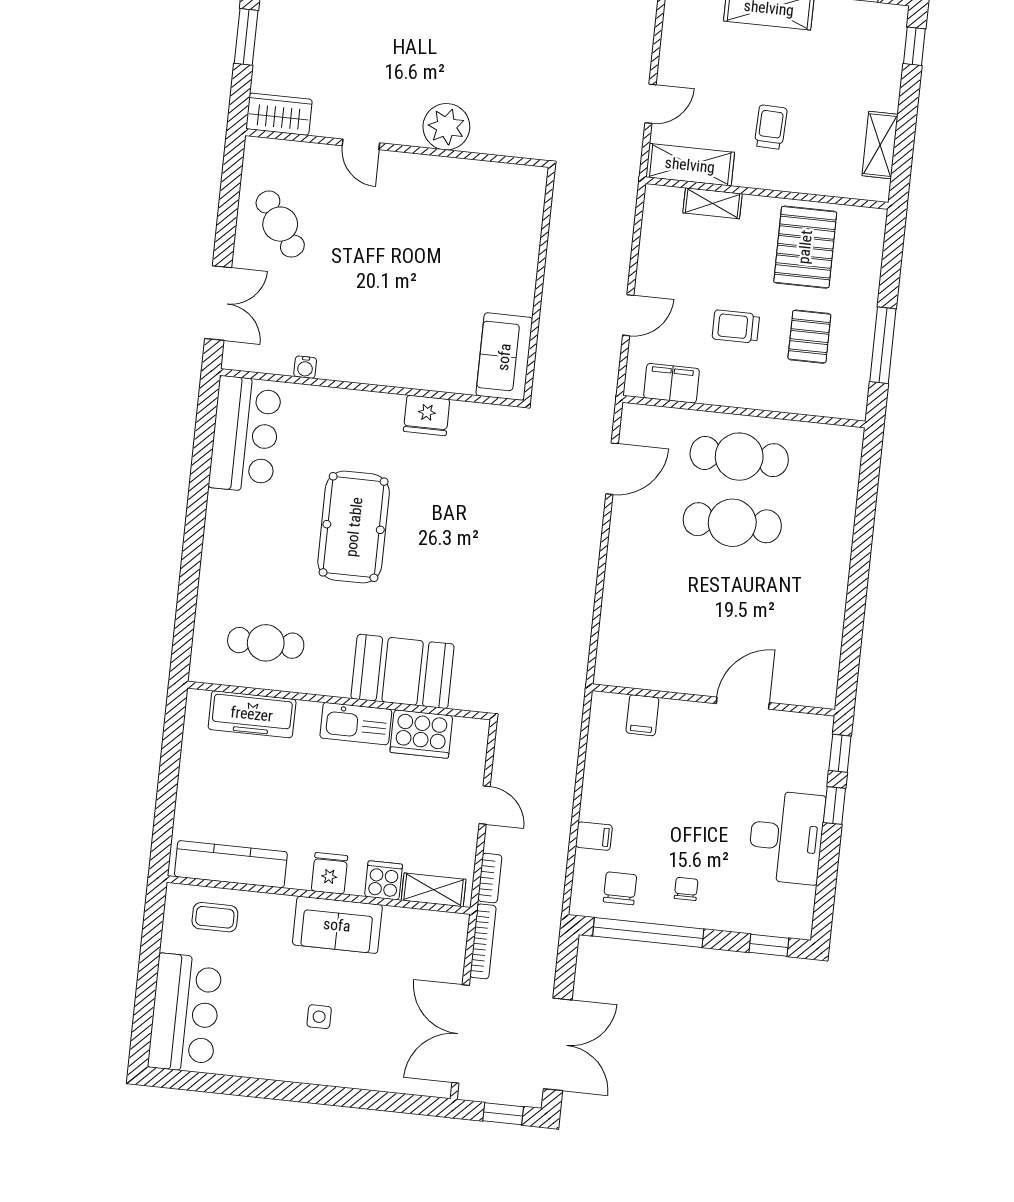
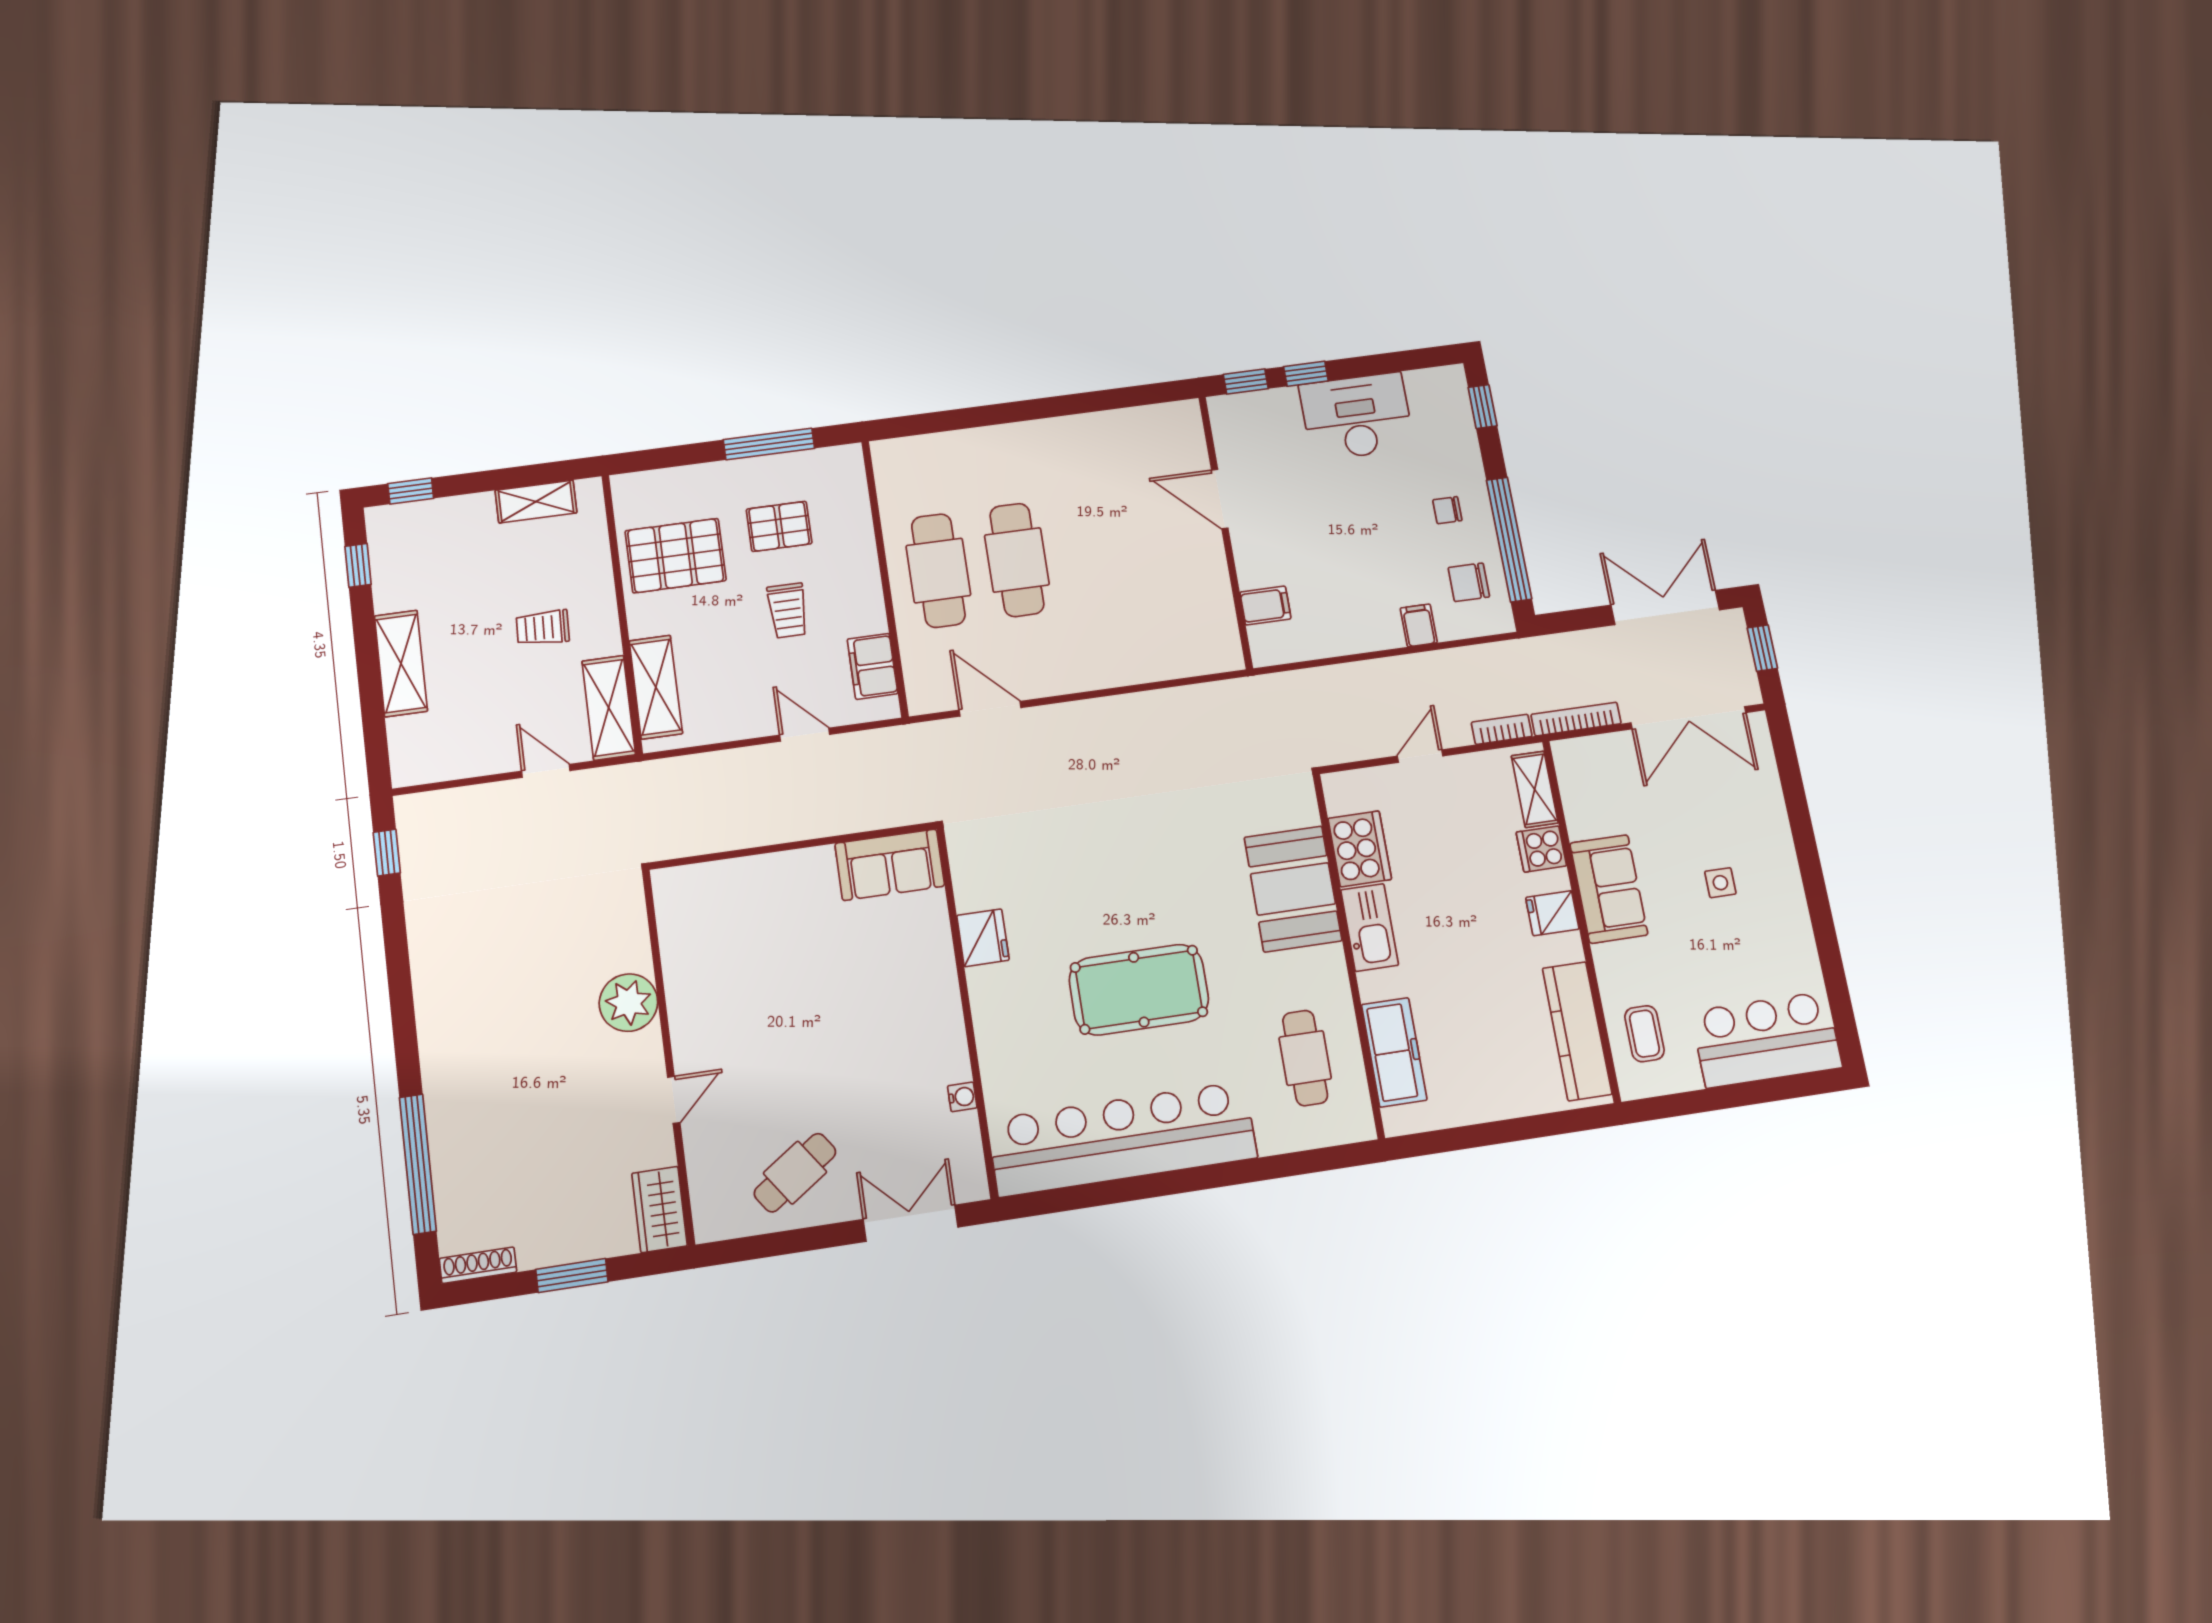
shelving: (713, 203) -> (656, 687), width x1.50, depth x1.33
bar counter: (245, 434) -> (1122, 1139), width x1.86

